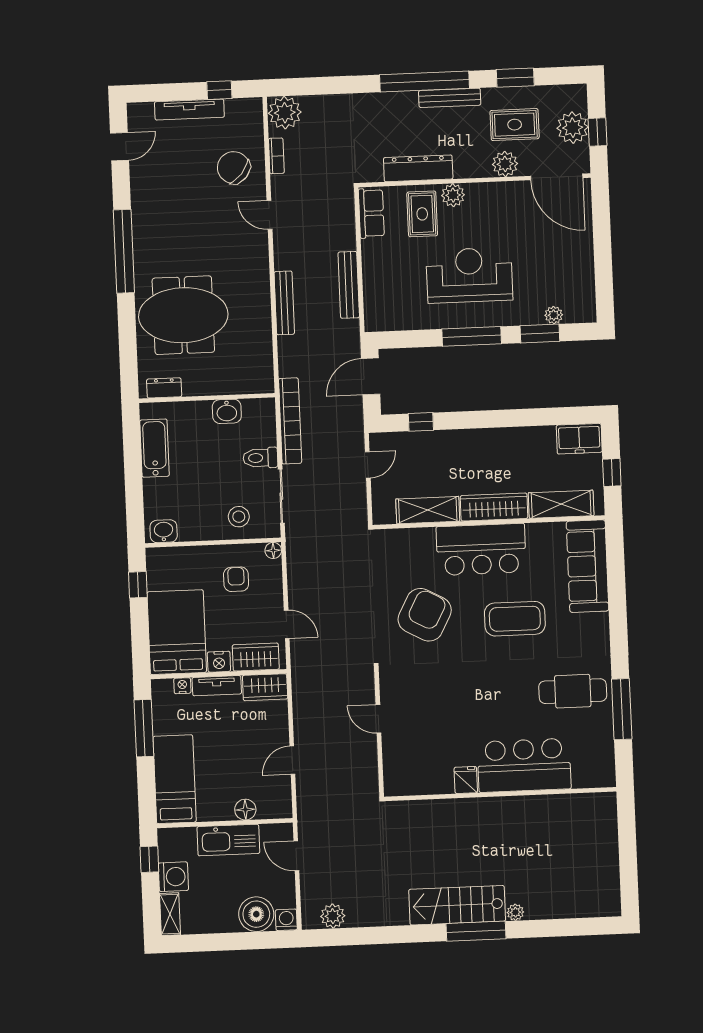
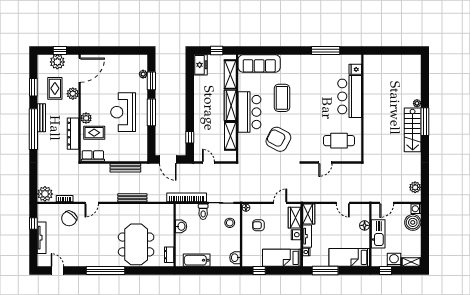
bed: (177, 632) -> (282, 258), width x0.67
cafe table: (573, 691) -> (339, 141), moved, turned 90
fridge: (466, 780) -> (355, 69), moved

